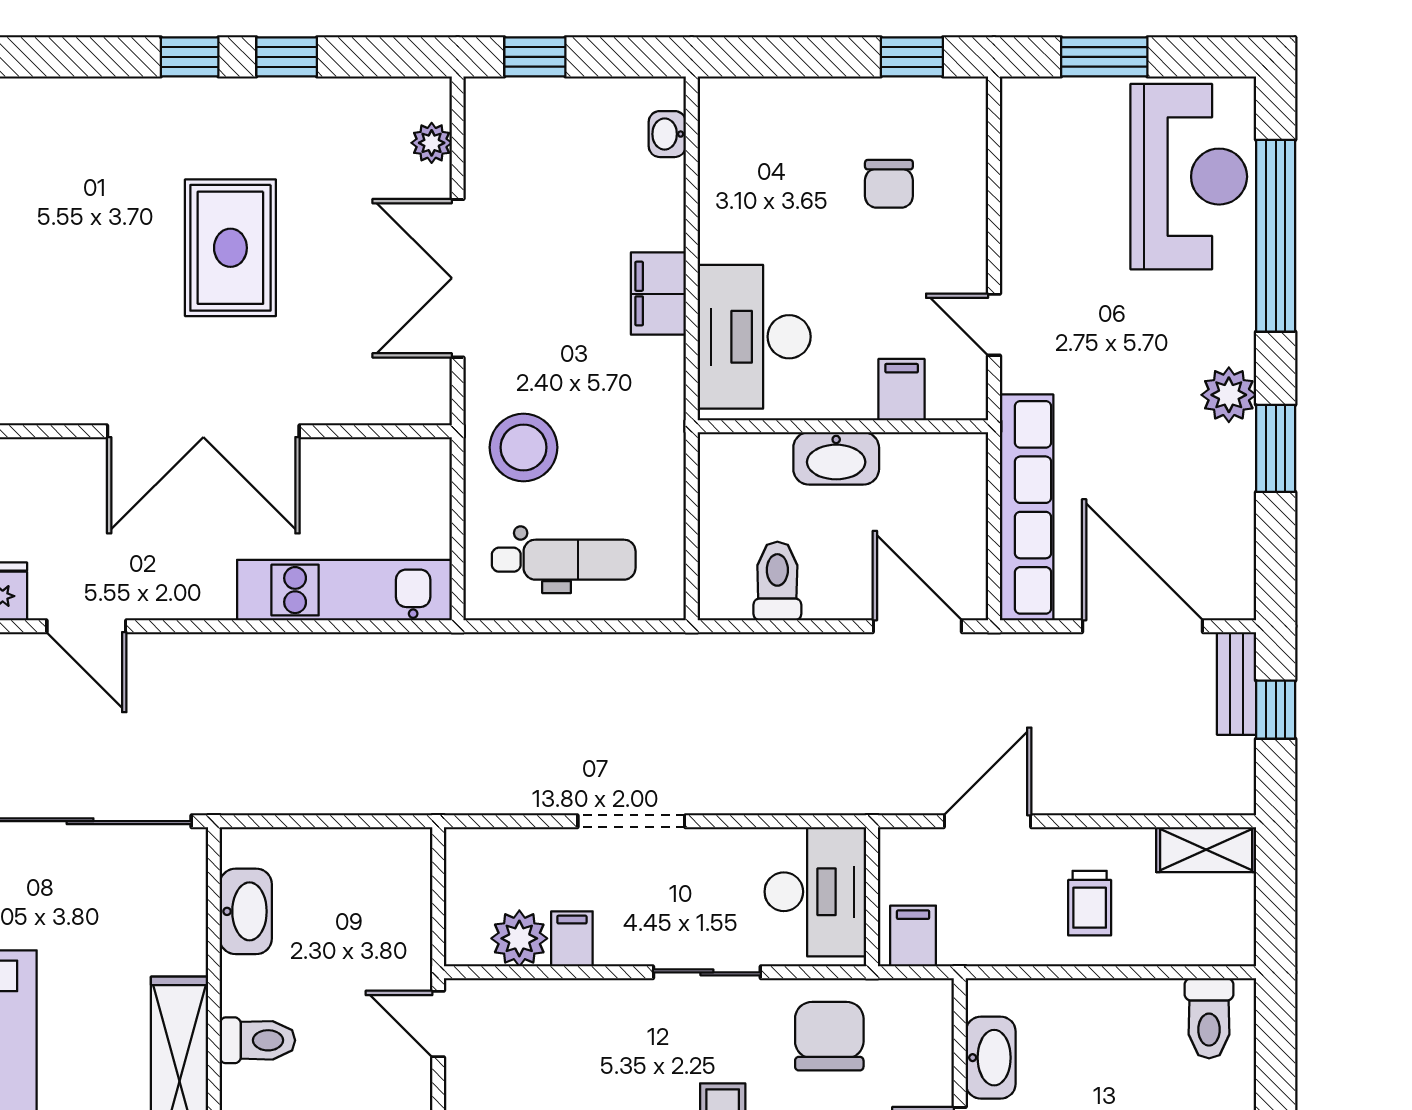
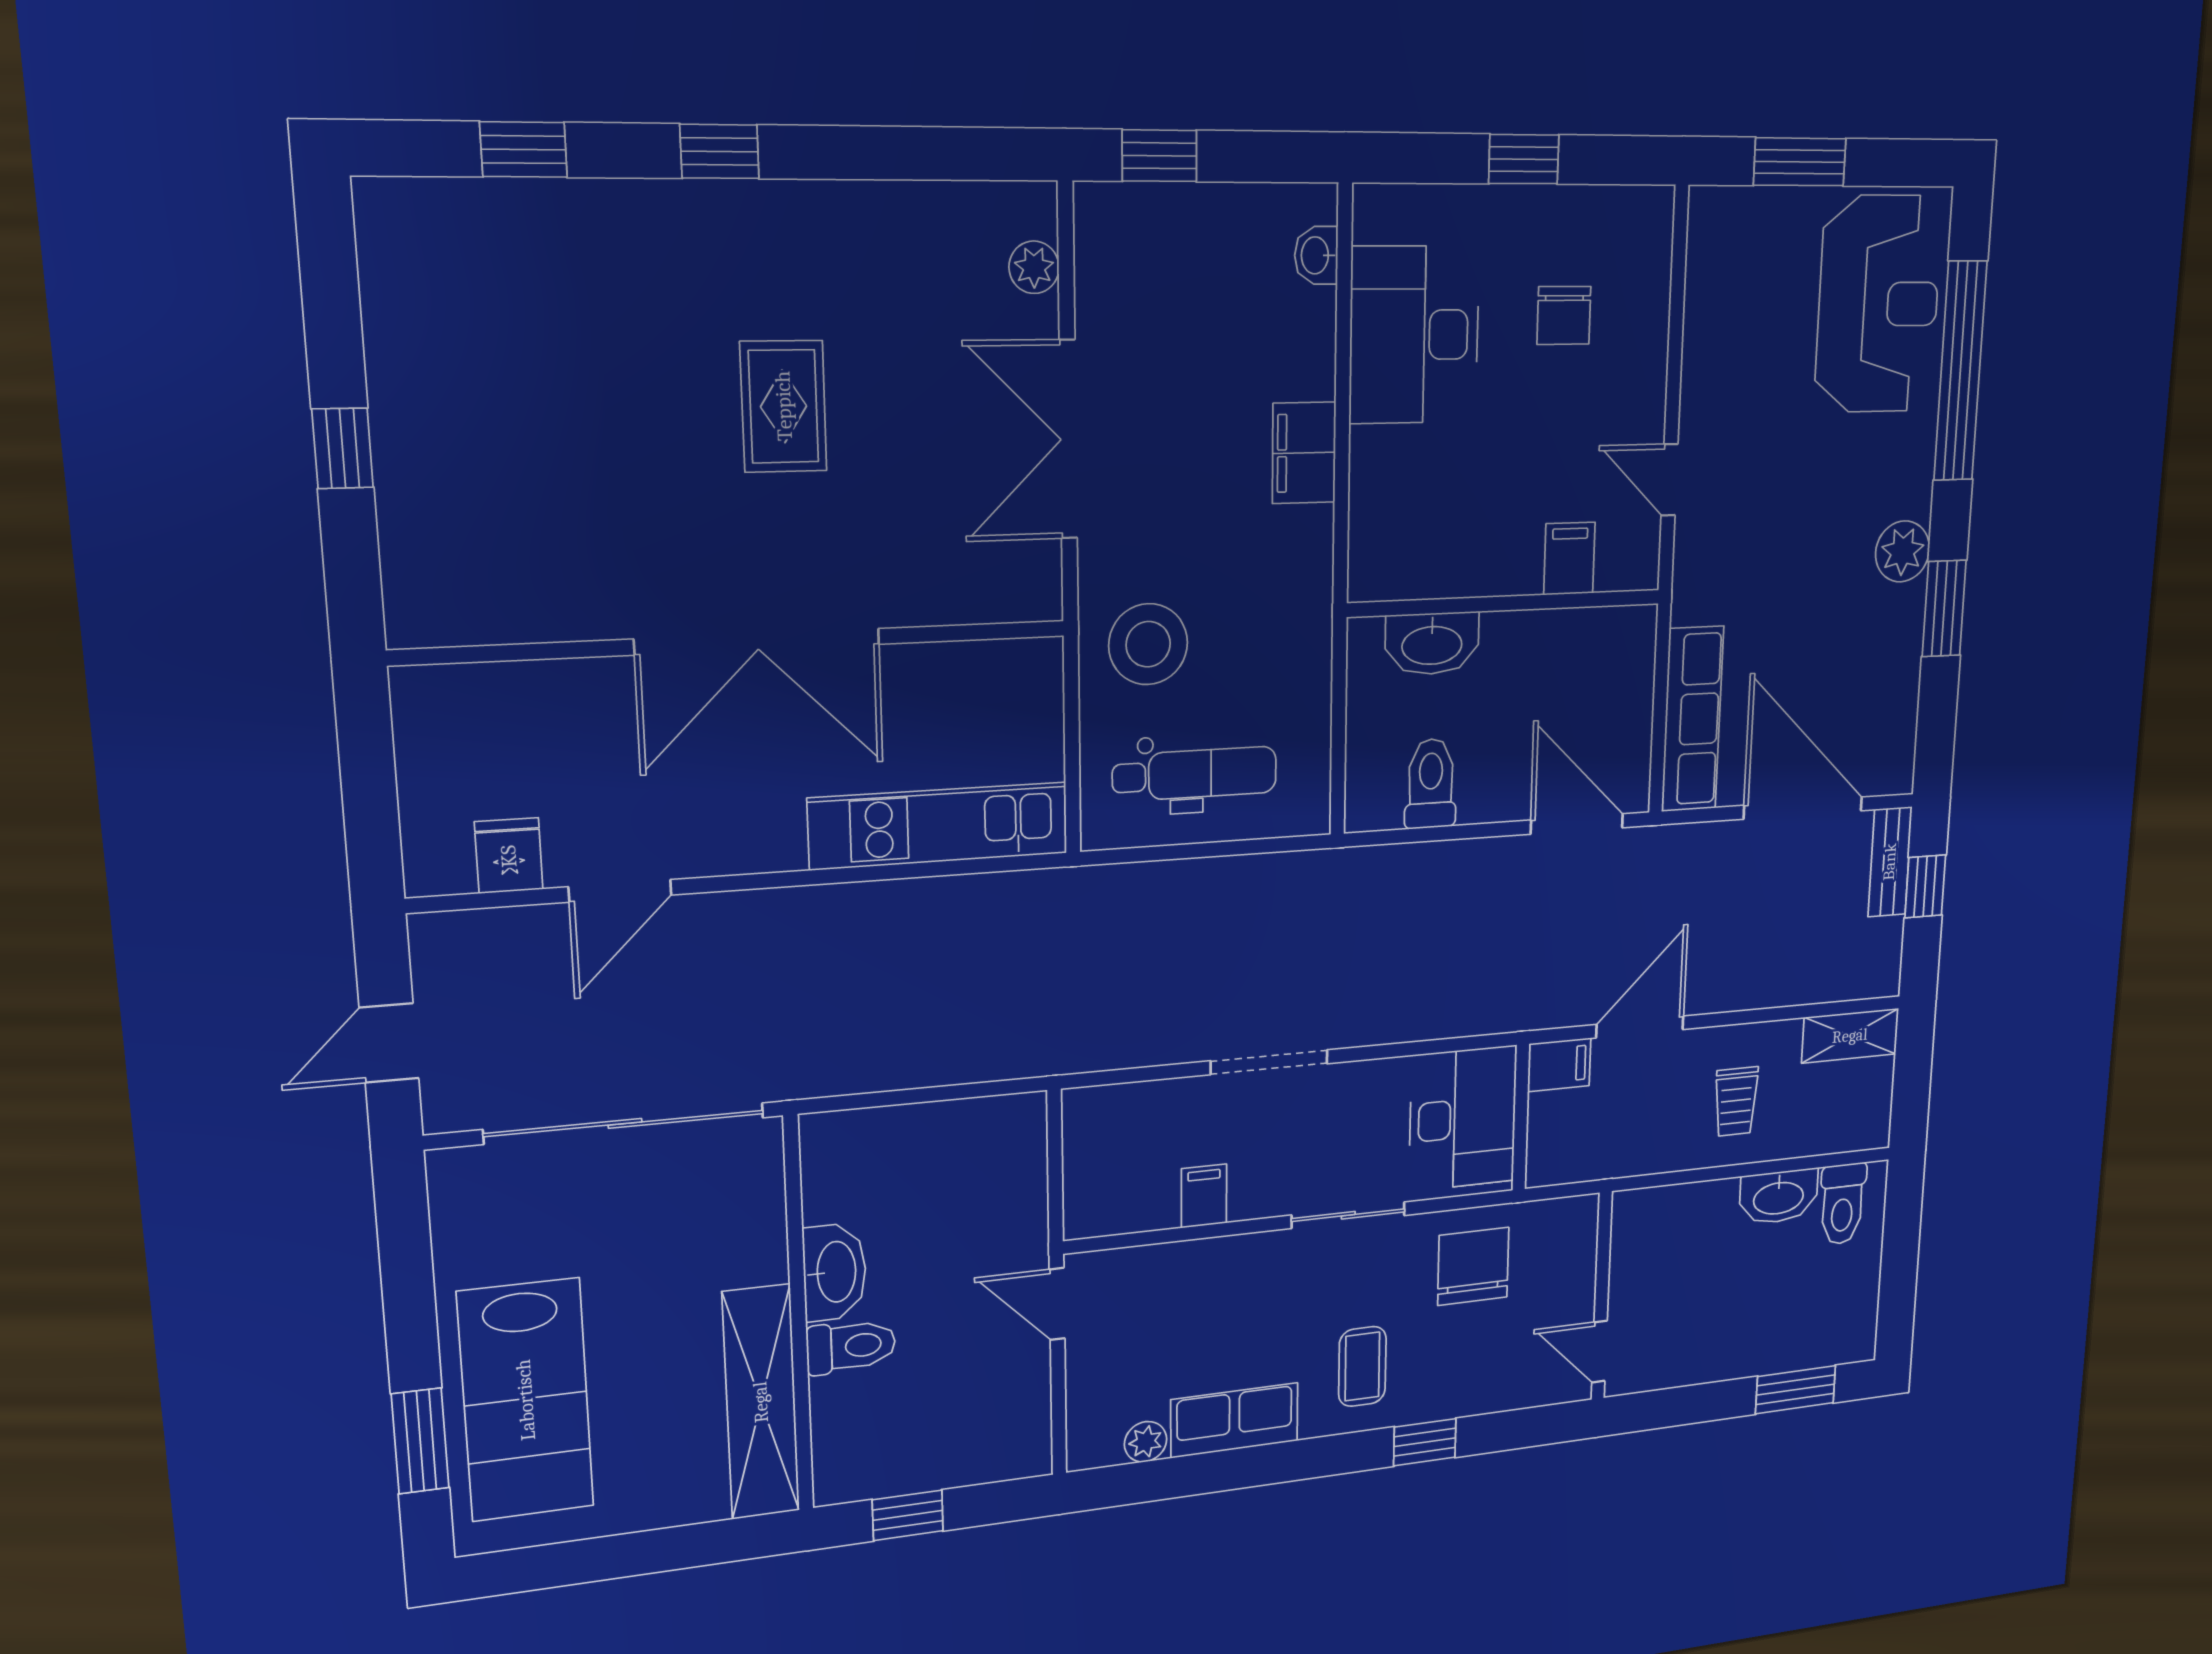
window: (287, 57) -> (524, 149), moved
window: (912, 57) -> (1524, 159), moved
rug: (230, 248) -> (784, 406), width x0.73, depth x0.70
desk: (754, 337) -> (1414, 335), moved
washbasin: (836, 458) -> (1432, 644), moved
row of seats: (1027, 507) -> (1692, 719), width x0.73
door: (86, 626) -> (620, 891), hinge flipped
washbasin: (246, 911) -> (835, 1272), moved
filing cabinet: (913, 936) -> (1559, 1065), moved, turned 90
plant: (519, 938) -> (1146, 1202), removed
washbasin: (991, 1058) -> (1778, 1197), moved, turned 90

